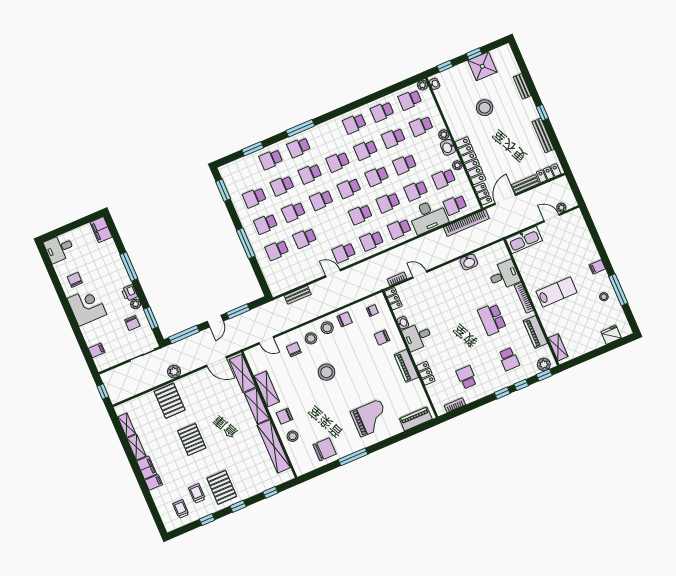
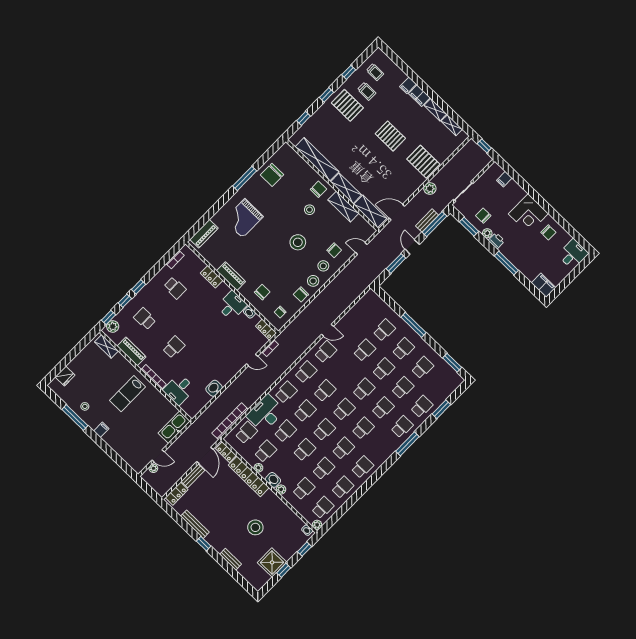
bench: (298, 295) -> (427, 220), moved
school desk: (492, 319) -> (174, 347), width x0.54
stool: (293, 436) -> (309, 210), moved

